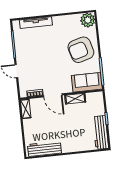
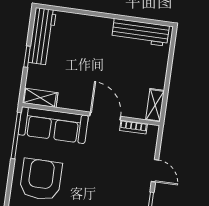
armchair: (81, 50) -> (41, 179), turned -74
sofa: (87, 82) -> (53, 125), width x1.36
shelving: (75, 99) -> (40, 98), moved

